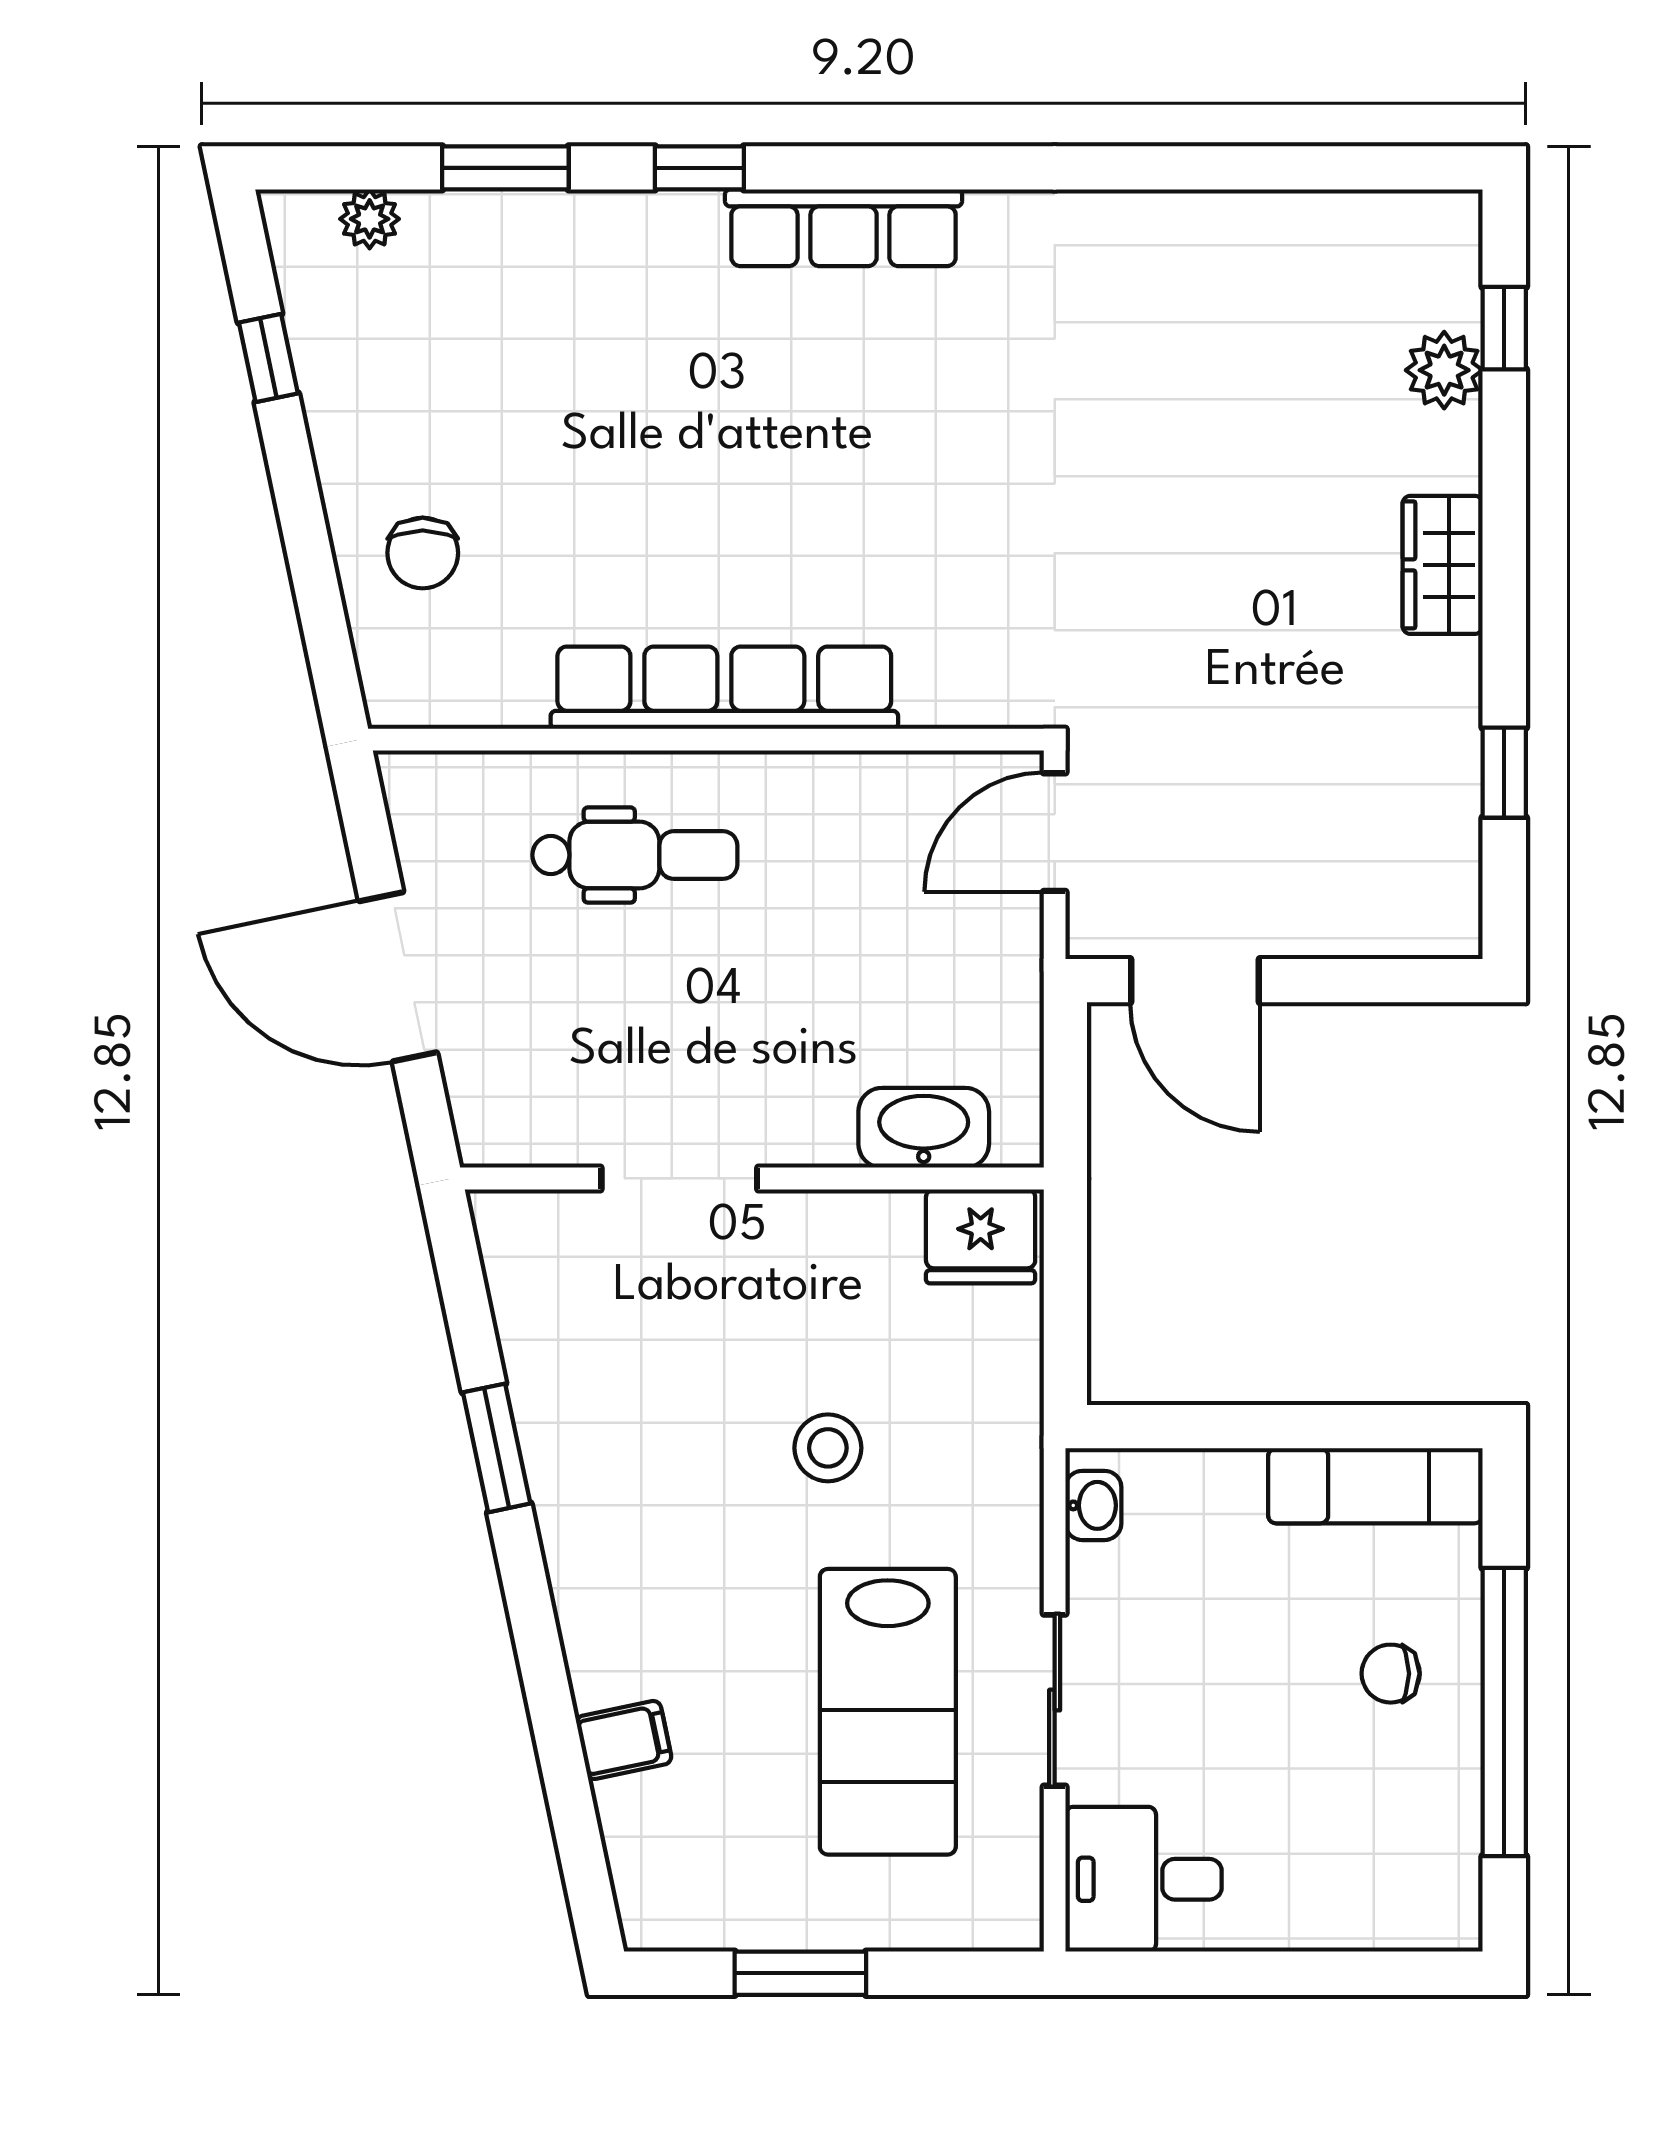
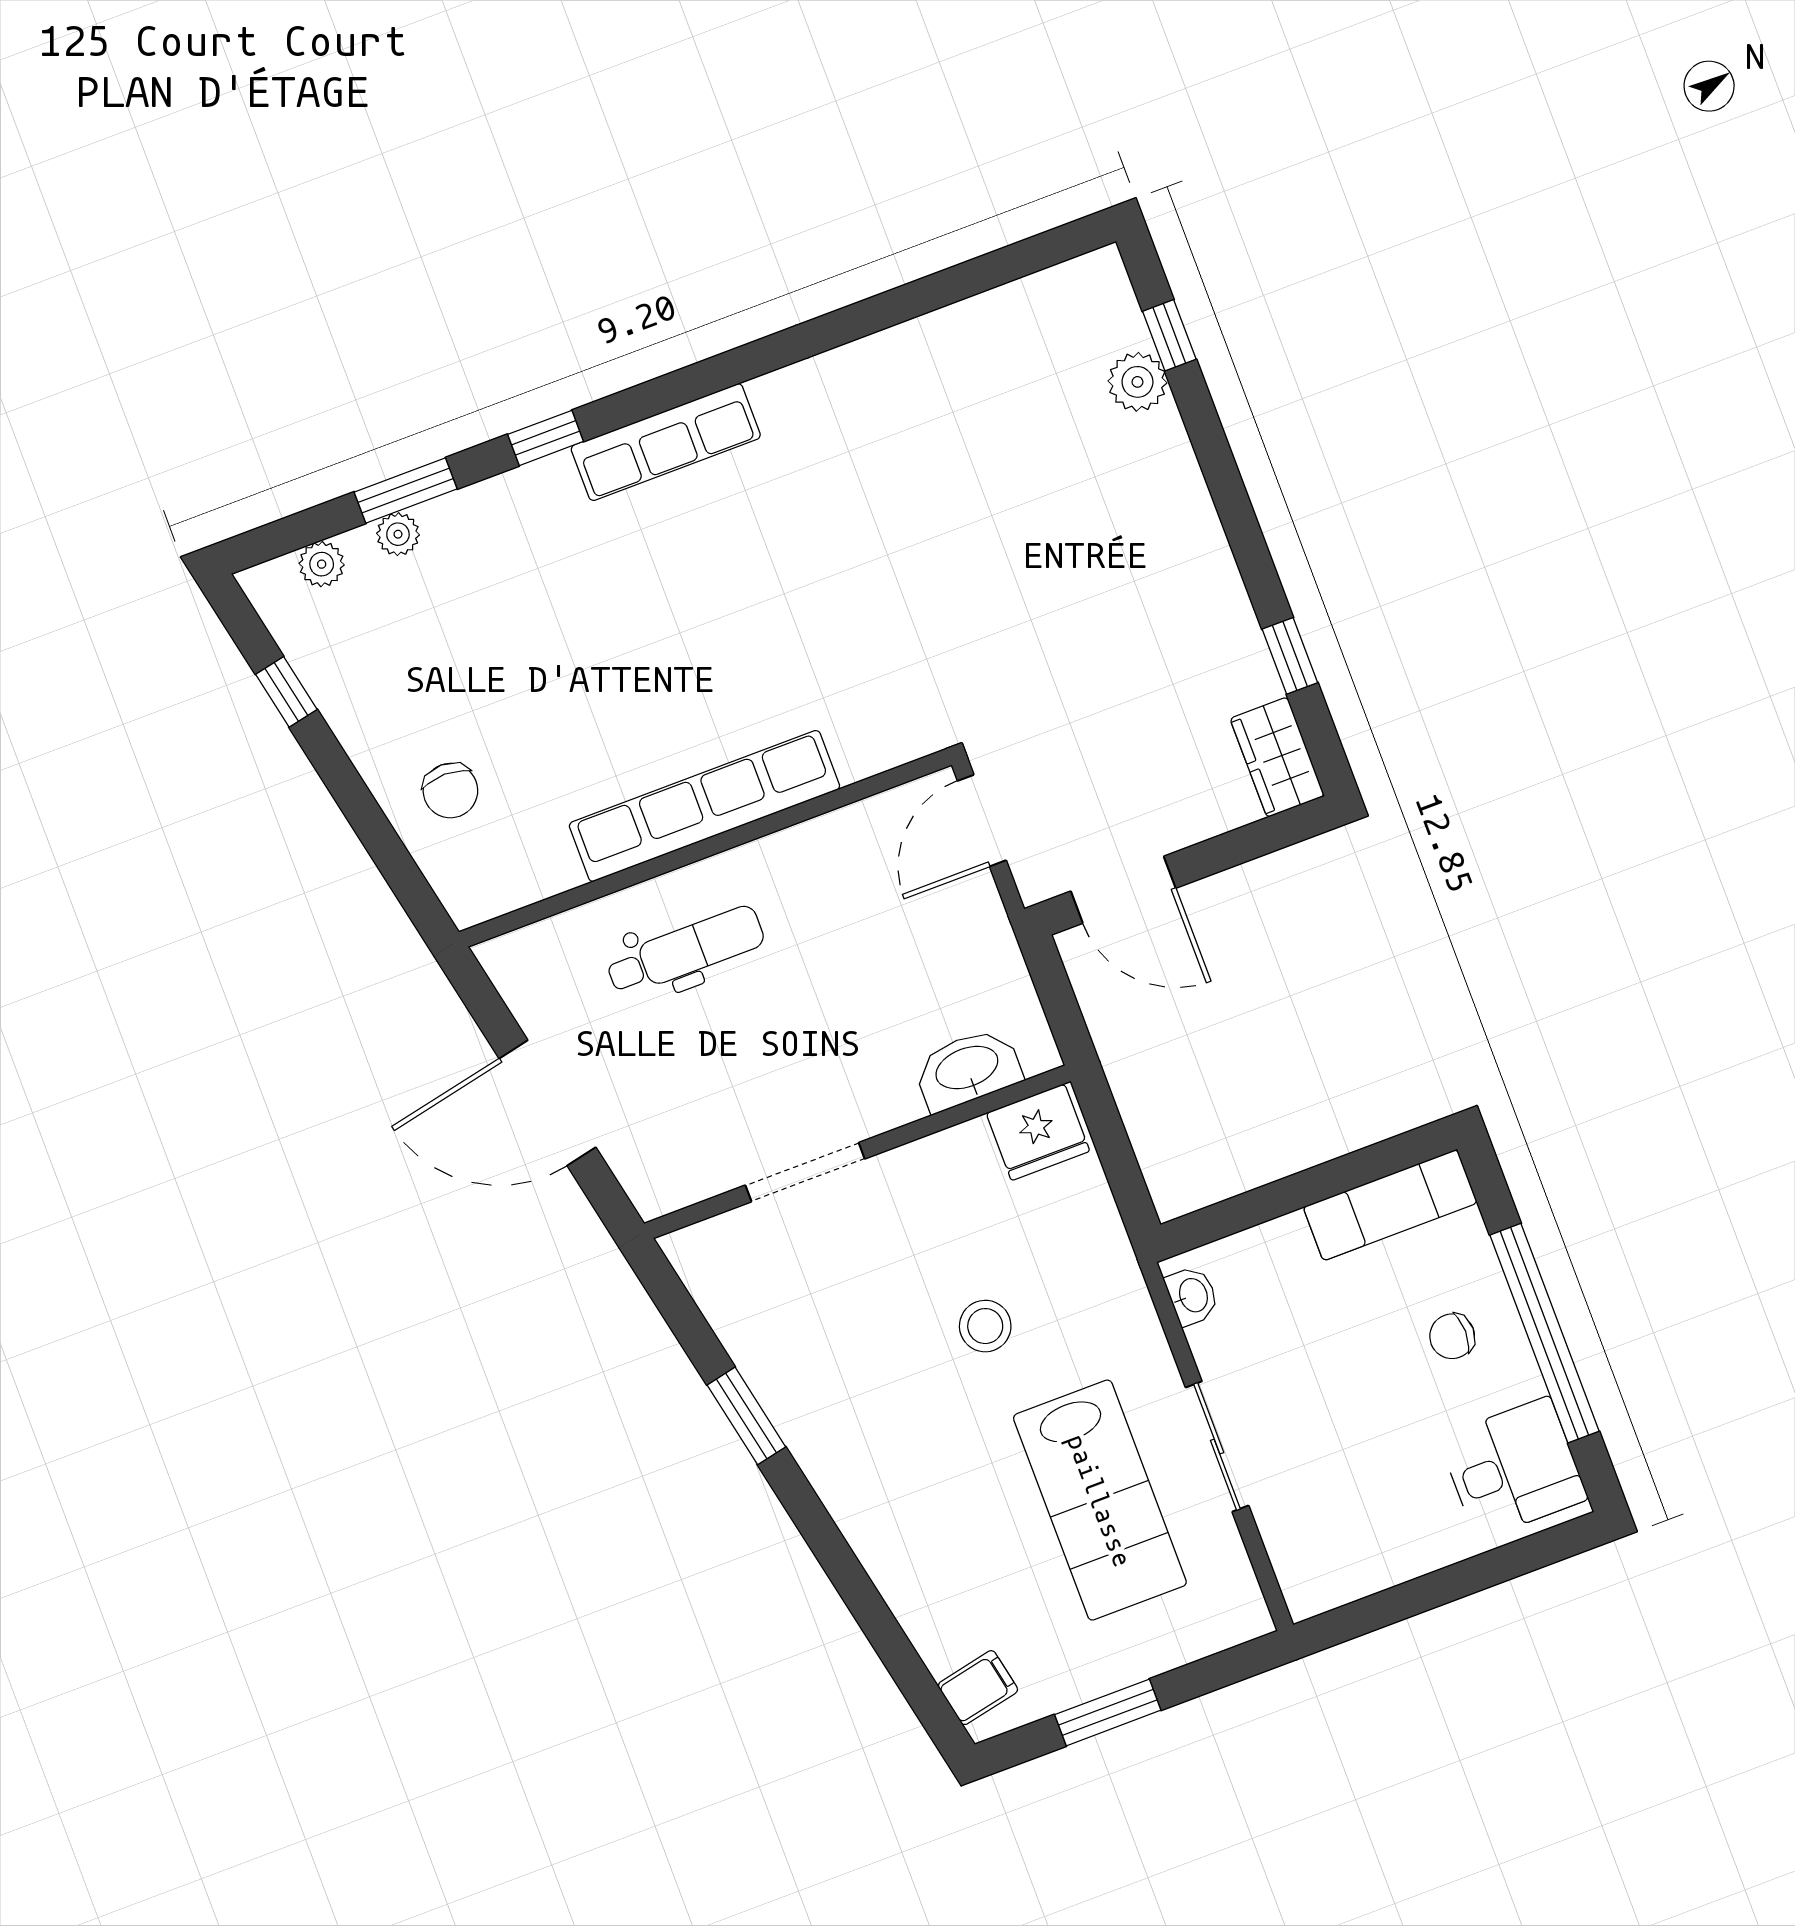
plant: (476, 217) -> (398, 534), added
wardrobe: (1443, 565) -> (1277, 757), moved
filing cabinet: (624, 1740) -> (978, 1688), moved
desk: (1144, 1879) -> (1513, 1468), moved, turned 180

